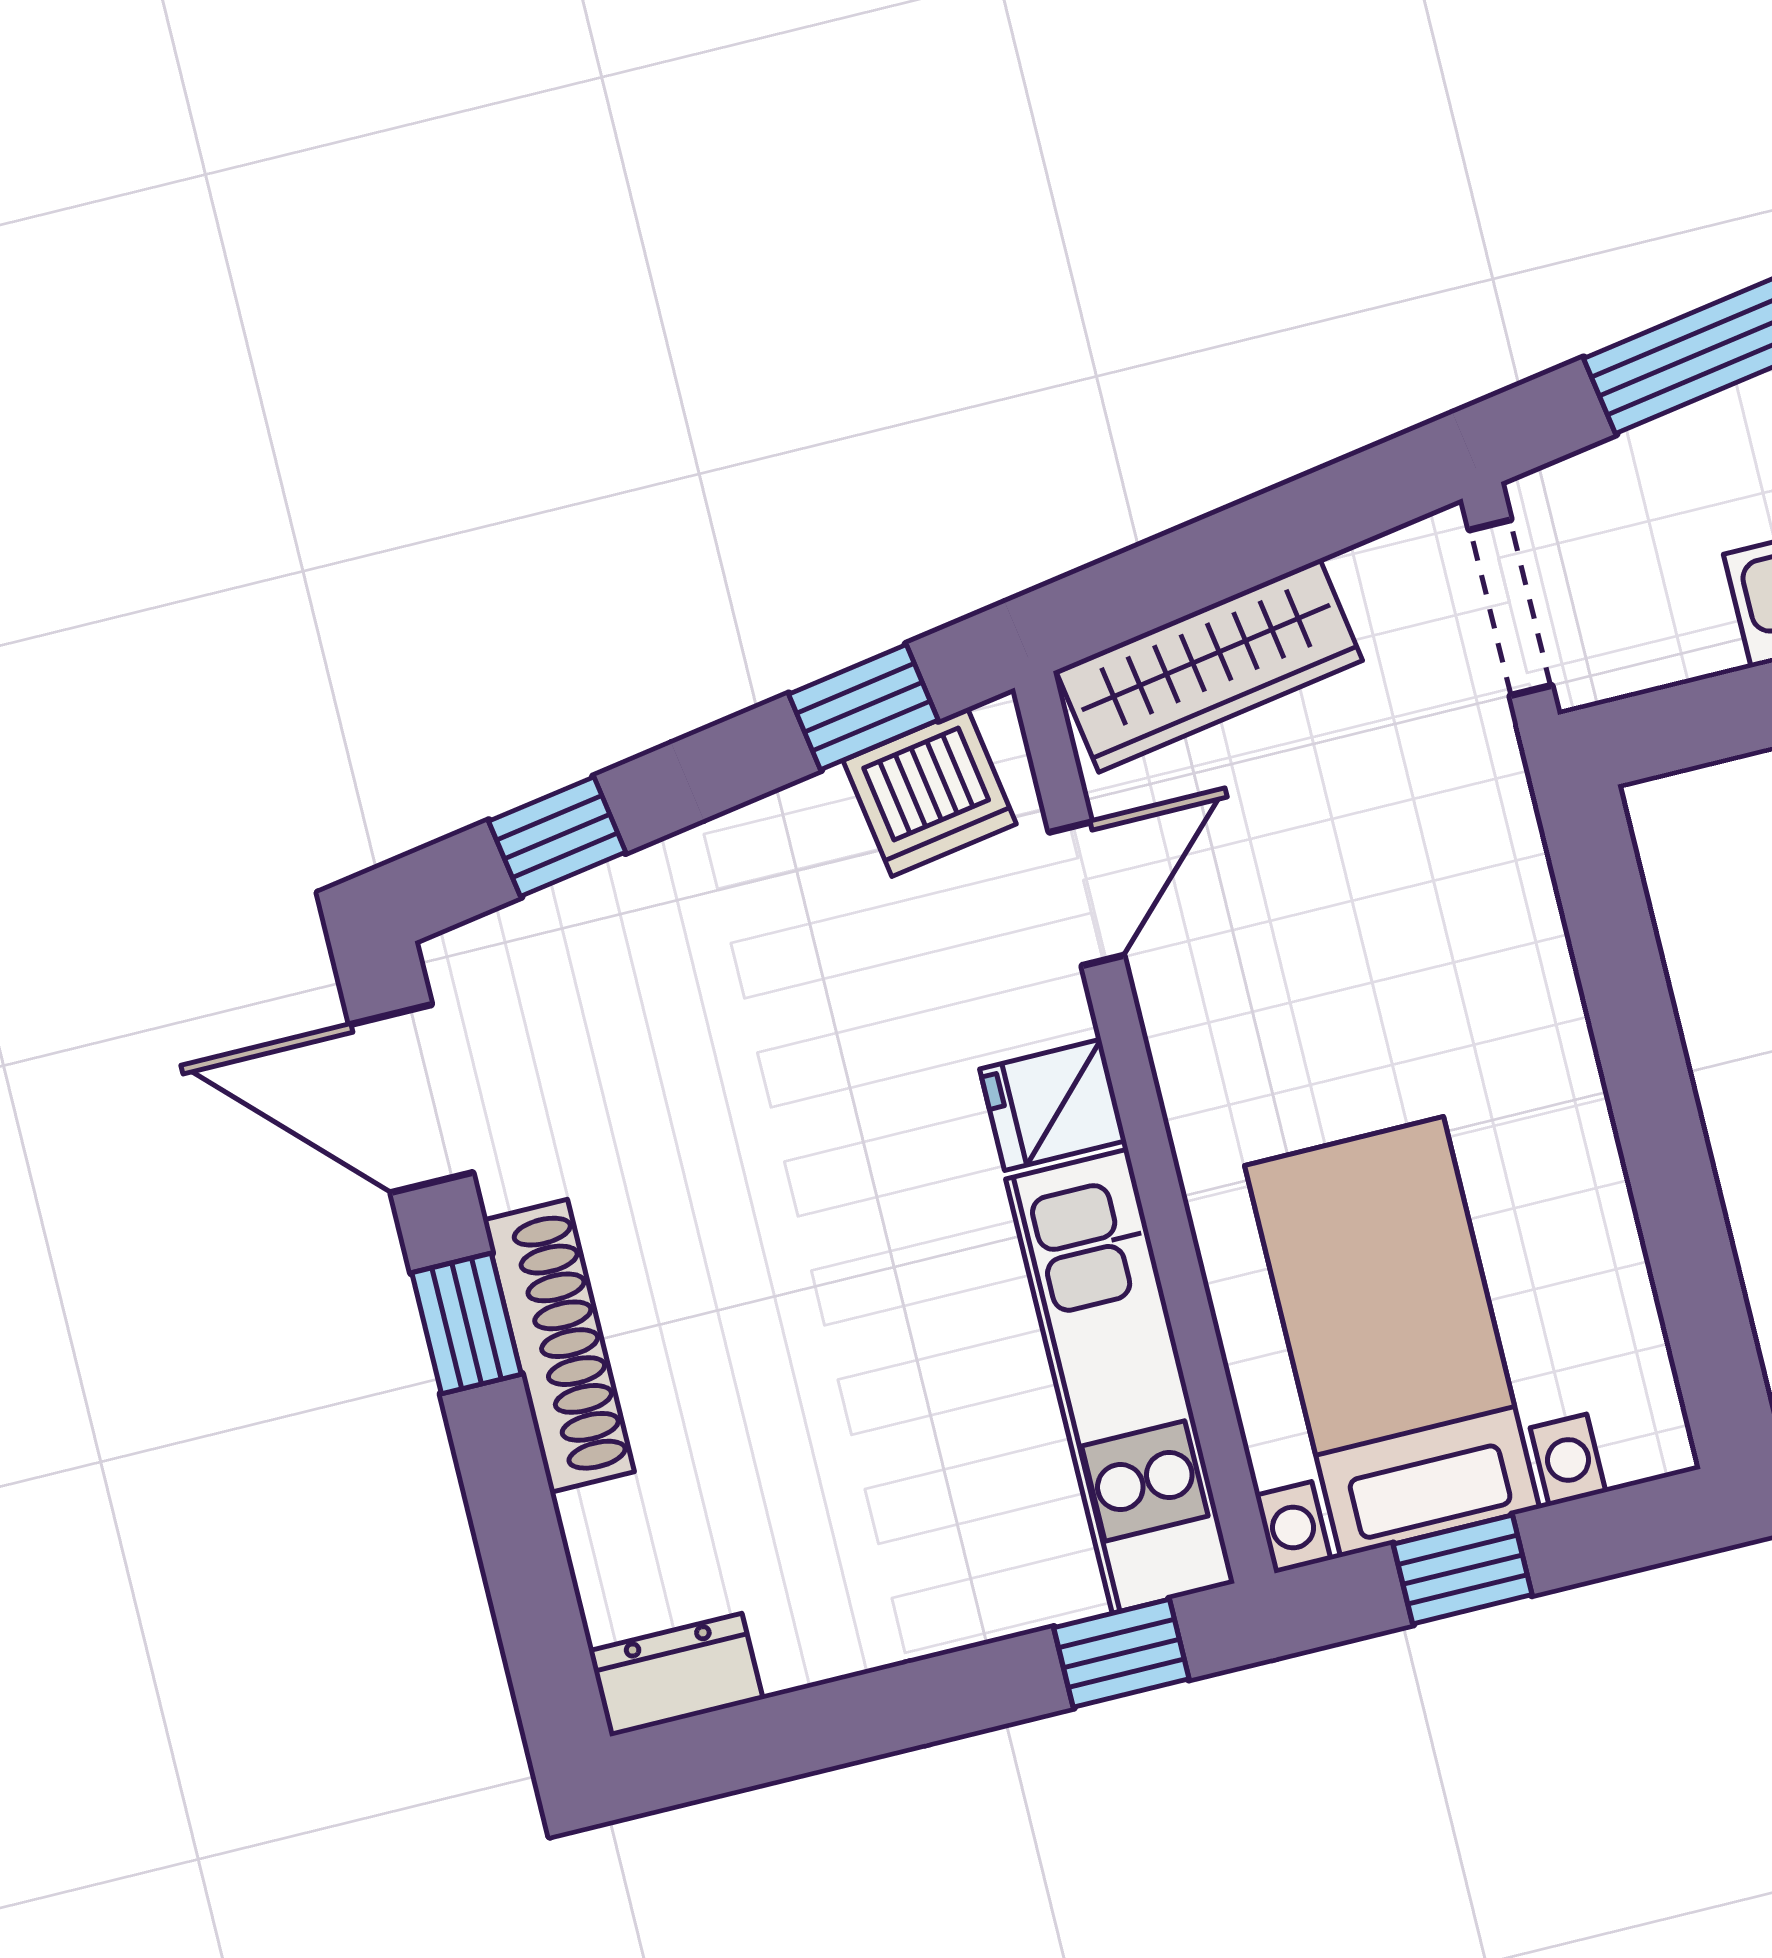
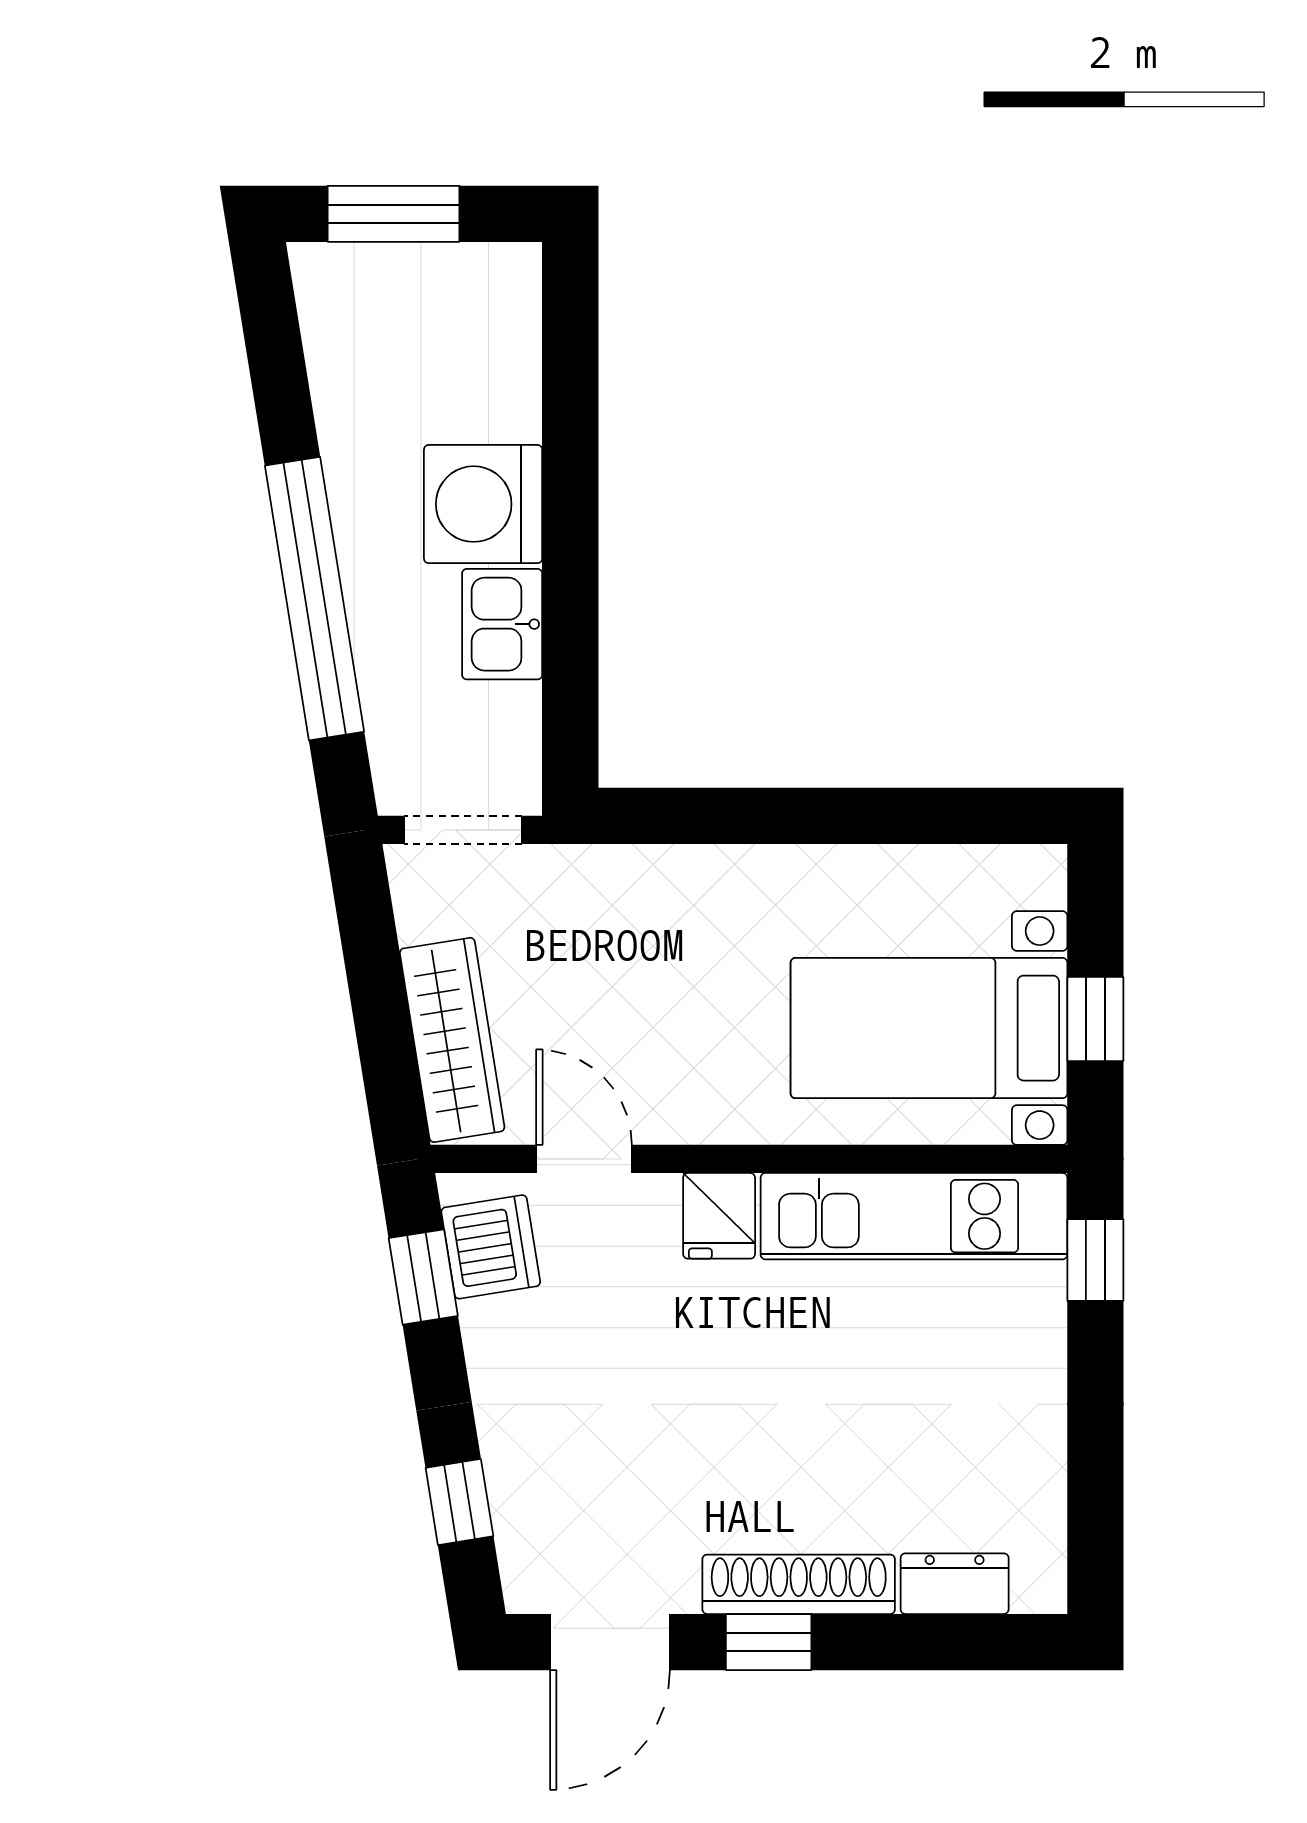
dresser: (676, 1675) -> (955, 1584), moved, turned 90

